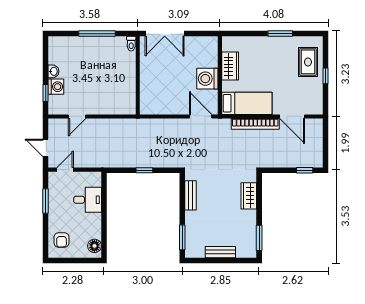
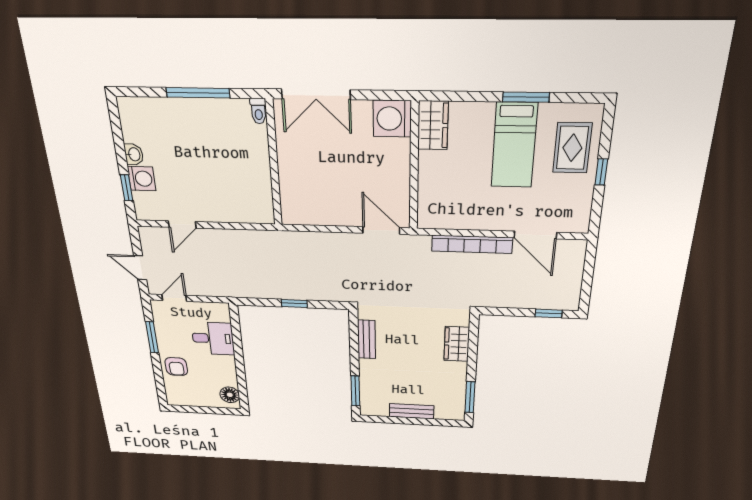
wardrobe: (230, 66) -> (433, 125), moved
washing machine: (207, 79) -> (392, 119), moved
bed: (247, 103) -> (514, 145), moved, turned 90
armchair: (61, 240) -> (176, 367), moved

